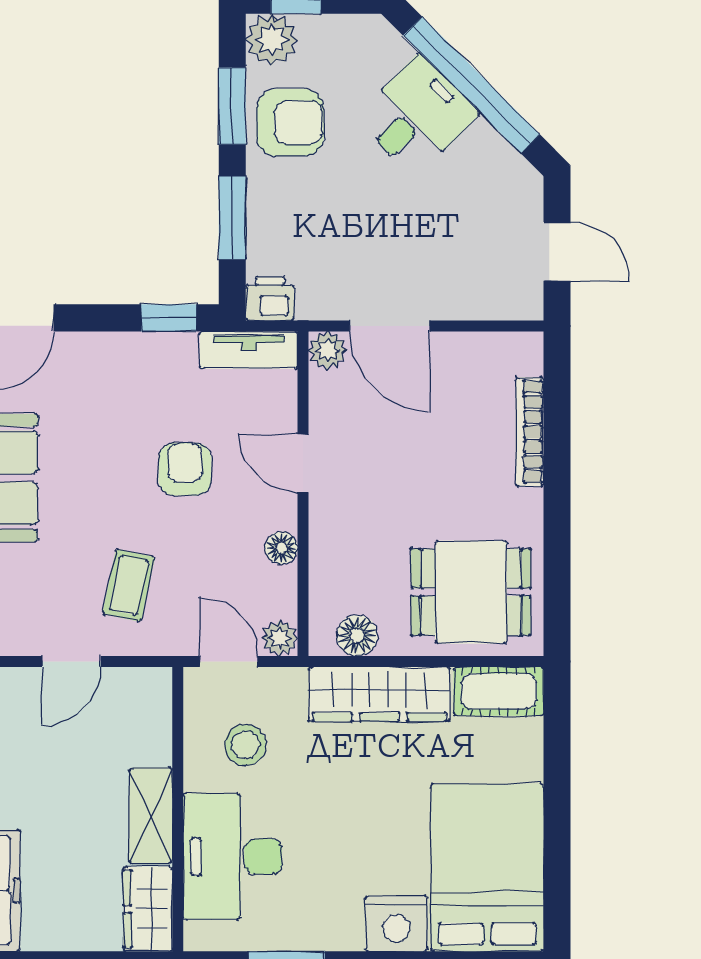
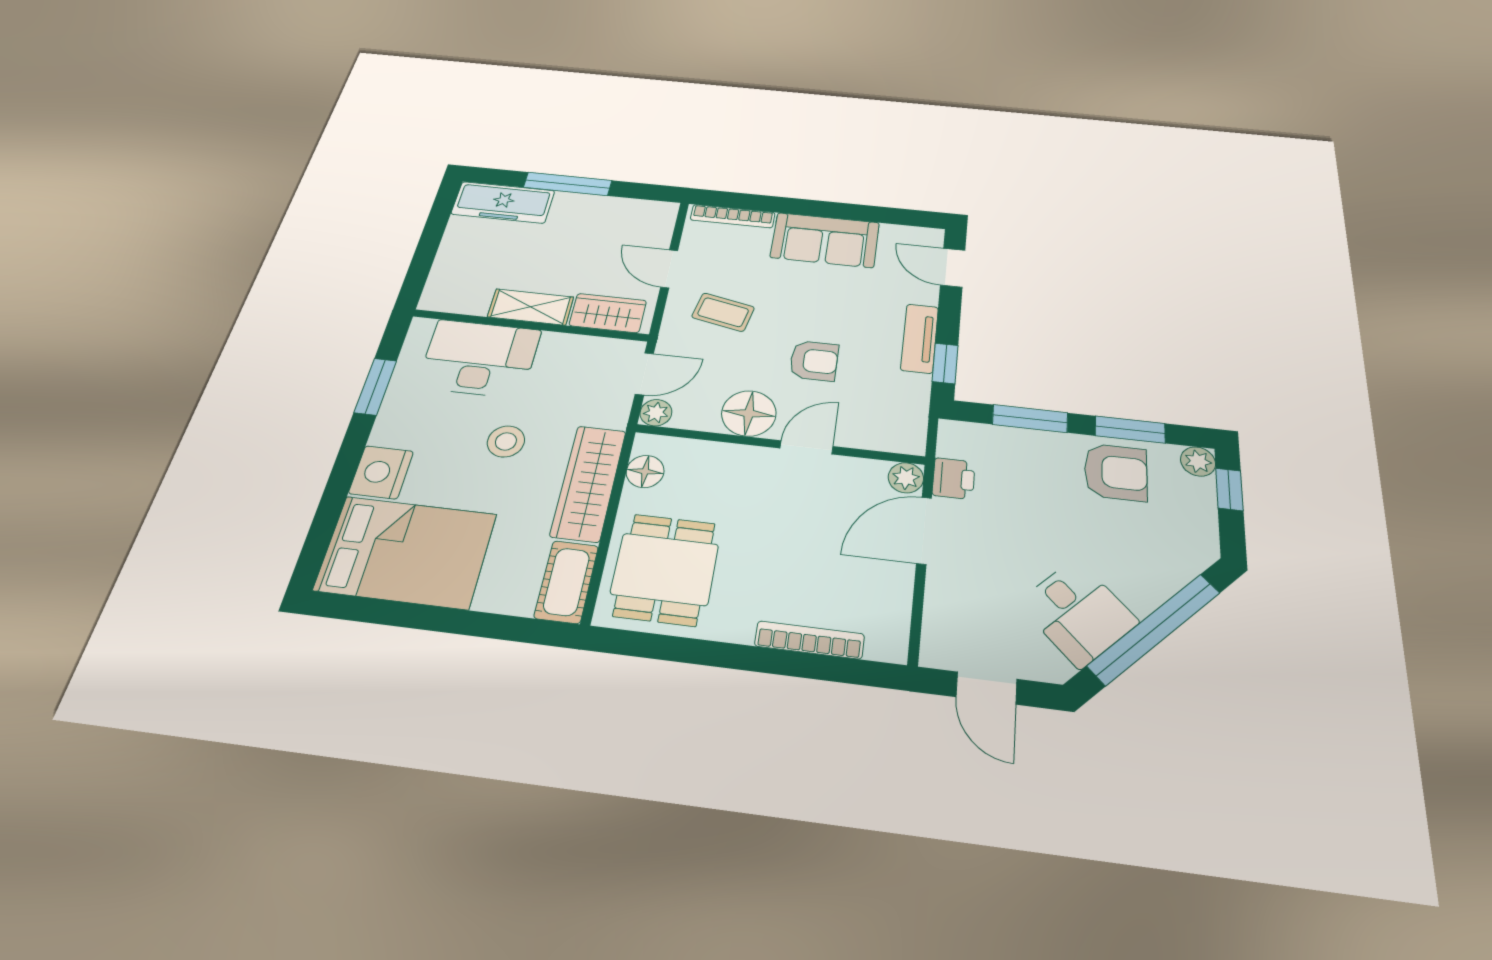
plant: (272, 40) -> (1198, 462), width x0.73, depth x0.73
desk: (417, 116) -> (1078, 612), moved
armchair: (290, 123) -> (1116, 472), turned -90
door: (557, 251) -> (986, 688), hinge flipped
printer: (270, 298) -> (954, 479), moved
tv unit: (249, 350) -> (920, 338), moved
floor lamp: (281, 548) -> (749, 413), width x1.89, depth x1.89
stool: (245, 745) -> (506, 441), moved
wardrobe: (148, 909) -> (608, 313), moved

